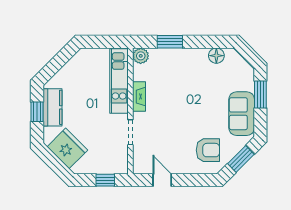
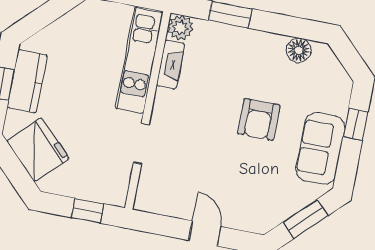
window: (260, 94) -> (355, 124), width x0.67
fireplace: (139, 97) -> (171, 65), moved
armchair: (208, 150) -> (259, 119), moved, turned 90
door: (162, 180) -> (205, 234), moved

